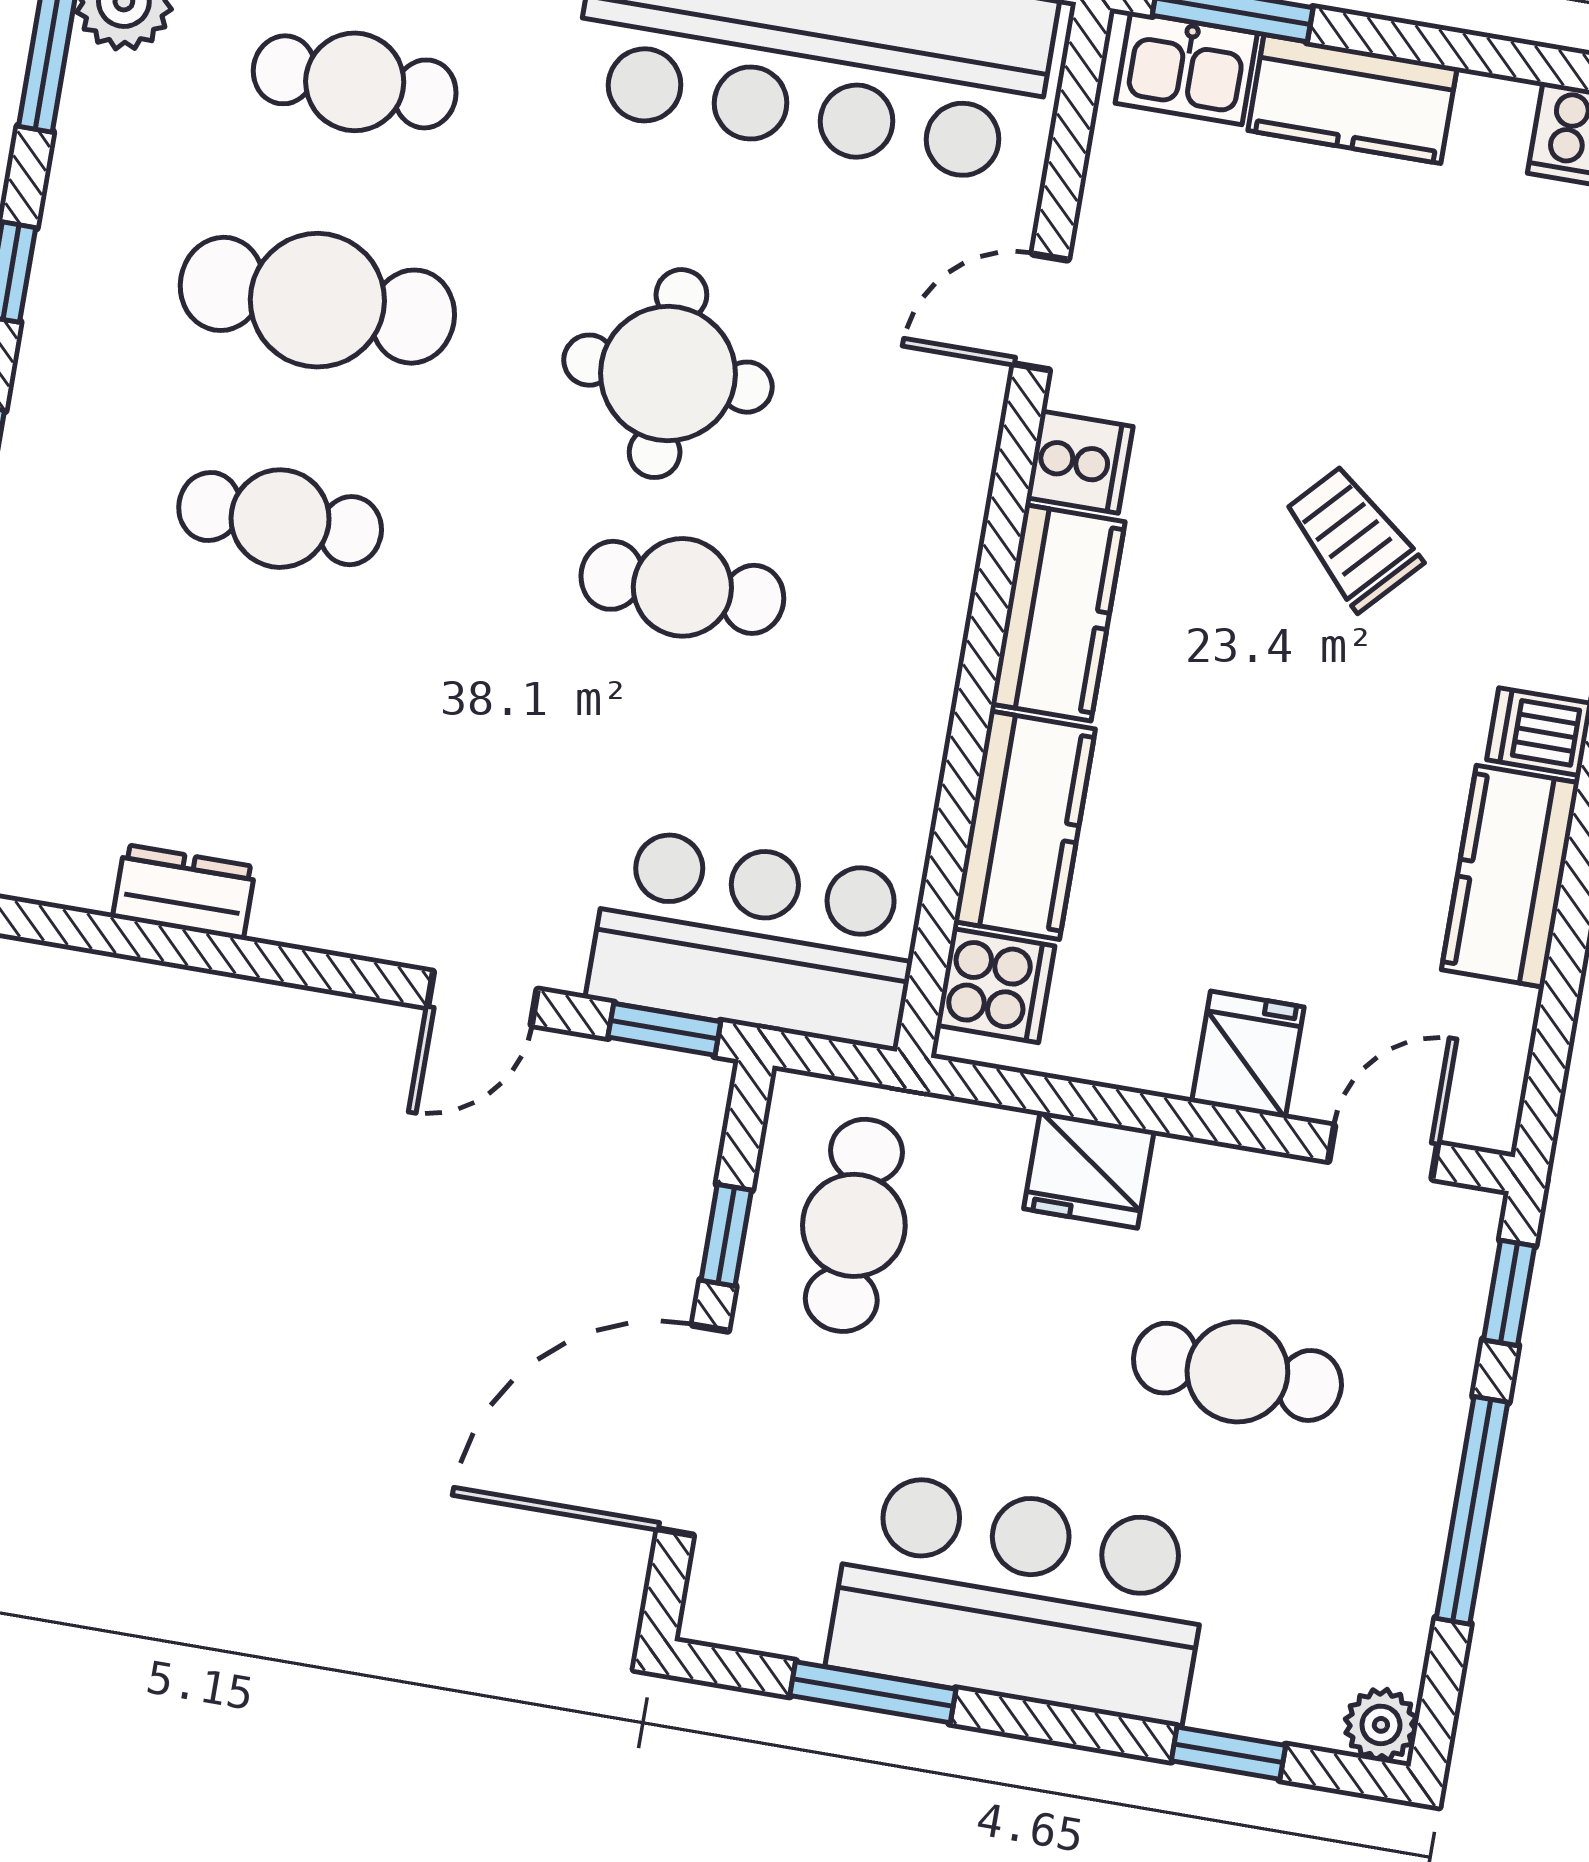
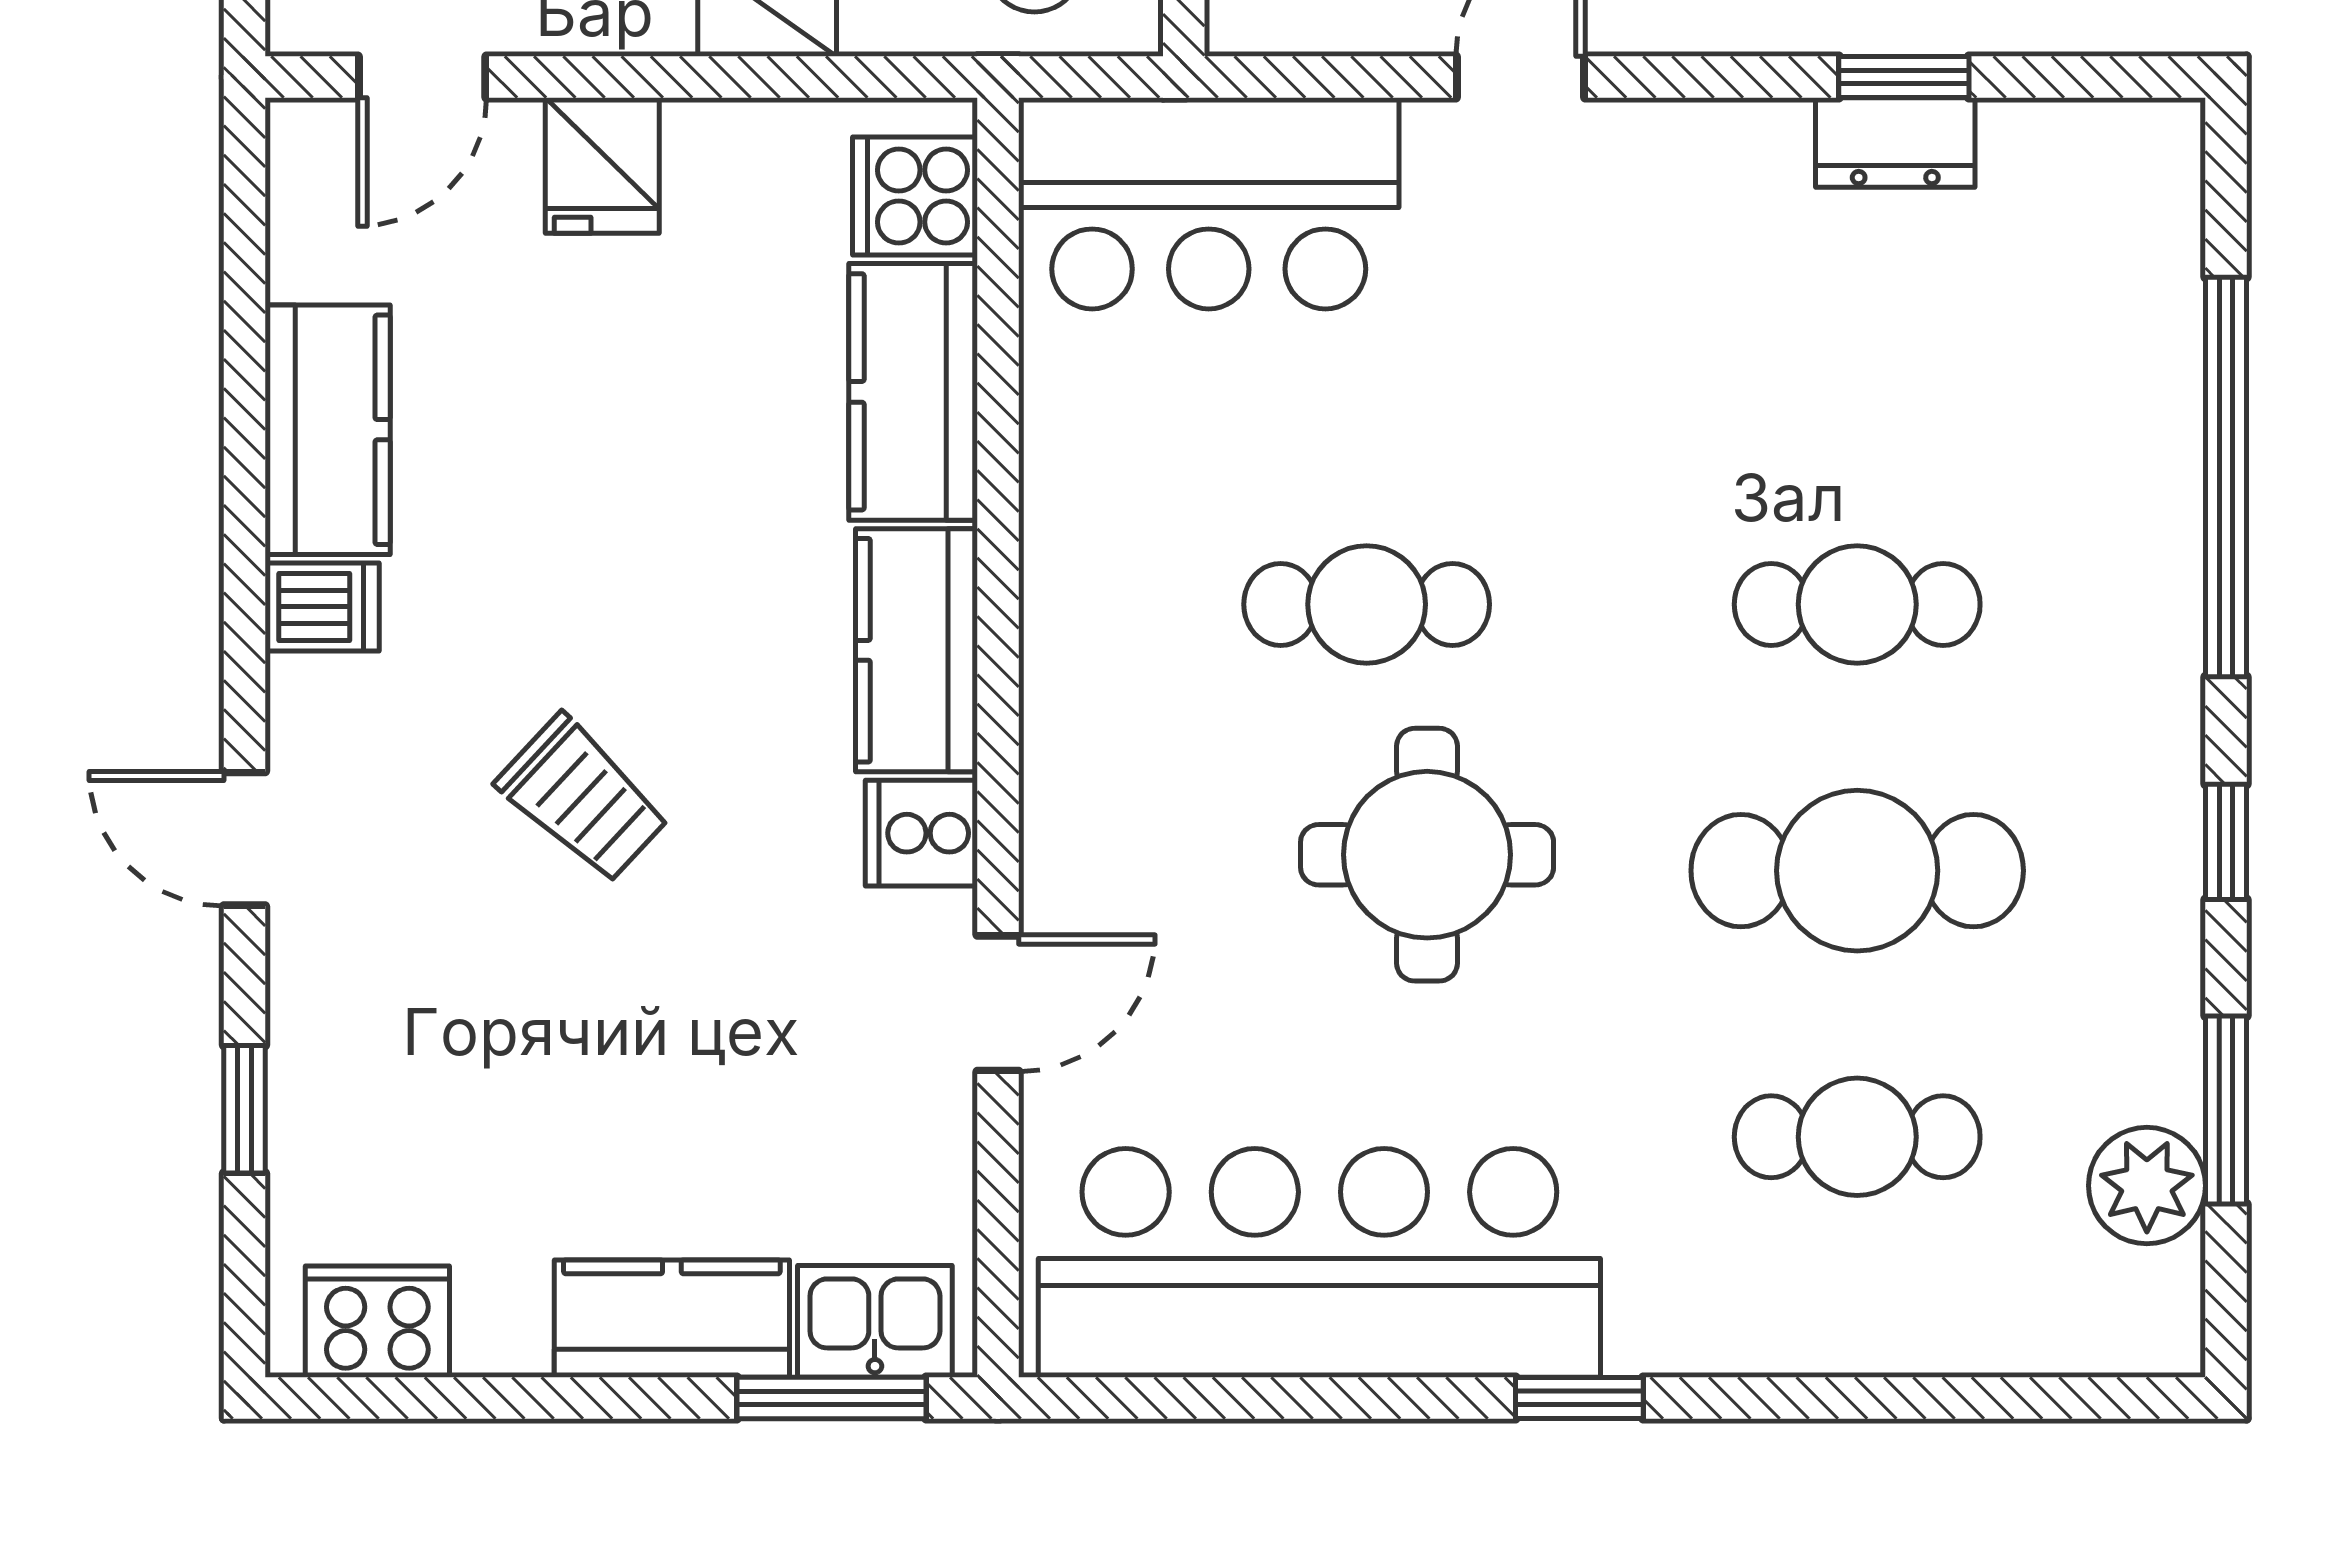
window: (664, 1029) -> (1904, 77), moved

